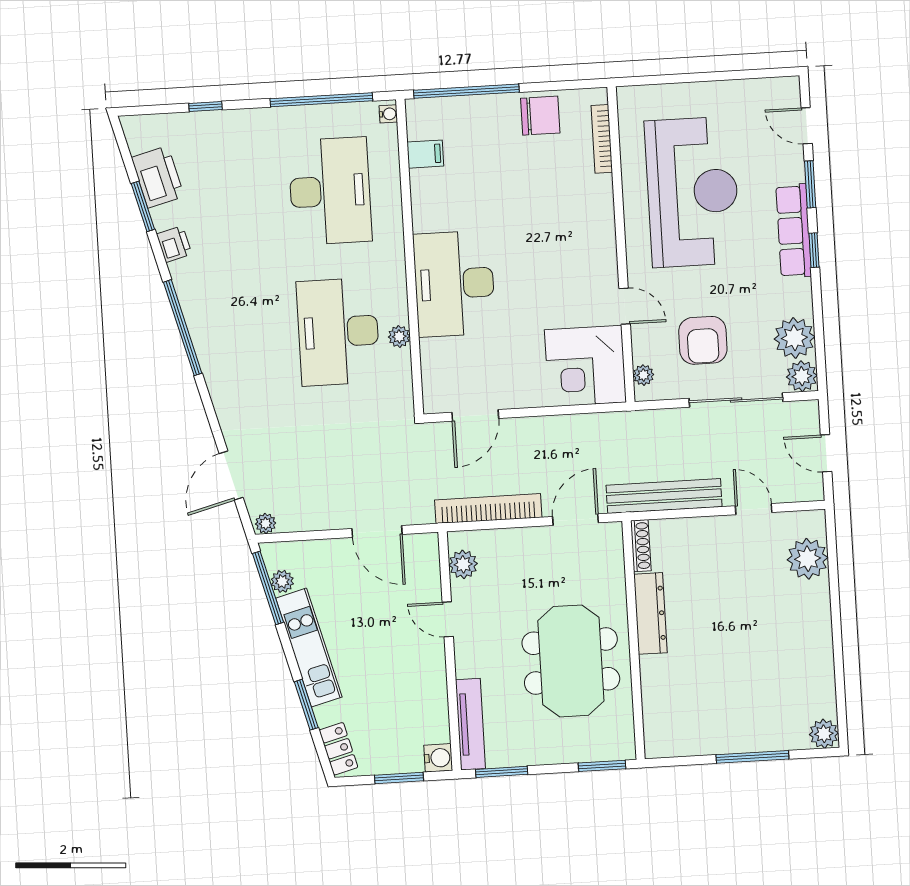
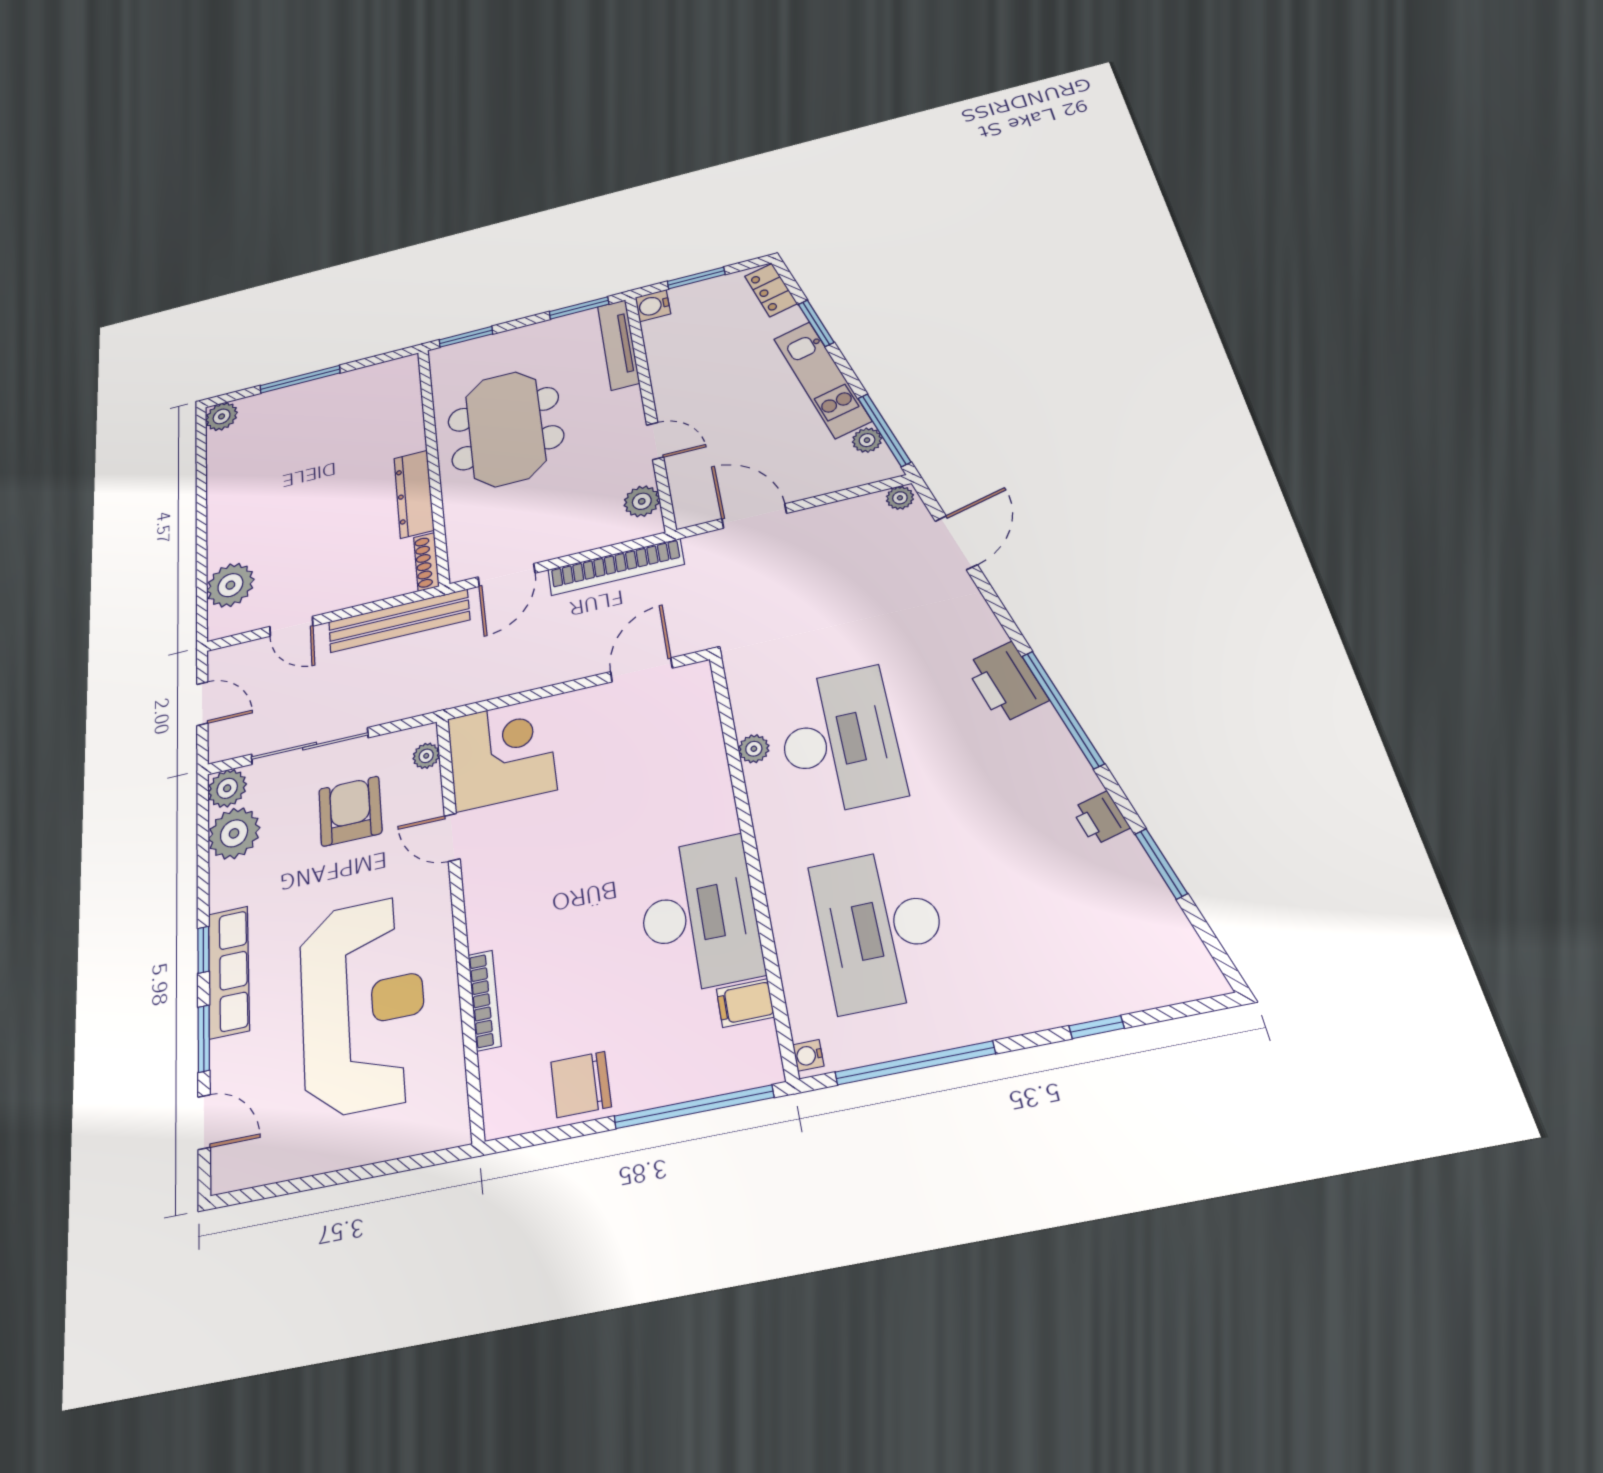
bookcase: (602, 139) -> (484, 1000), moved
printer: (158, 177) -> (1006, 682), moved
reception desk: (693, 192) -> (363, 1004), turned 180
desk: (454, 284) -> (699, 914), moved

